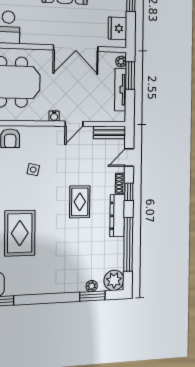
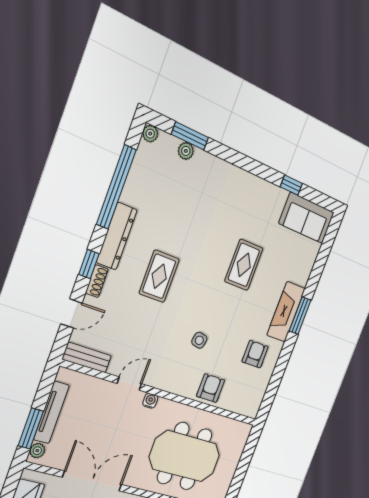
rug: (20, 233) -> (244, 265), width x0.73, depth x0.70
plant: (114, 280) -> (150, 134), width x0.53, depth x0.53

